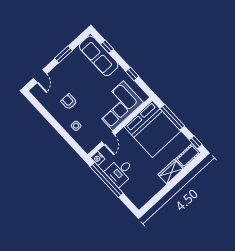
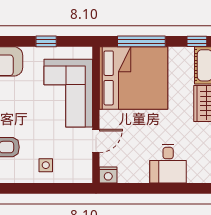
door: (108, 138) -> (96, 141), hinge flipped
desk: (120, 172) -> (168, 164), moved
window: (107, 180) -> (144, 188), removed

